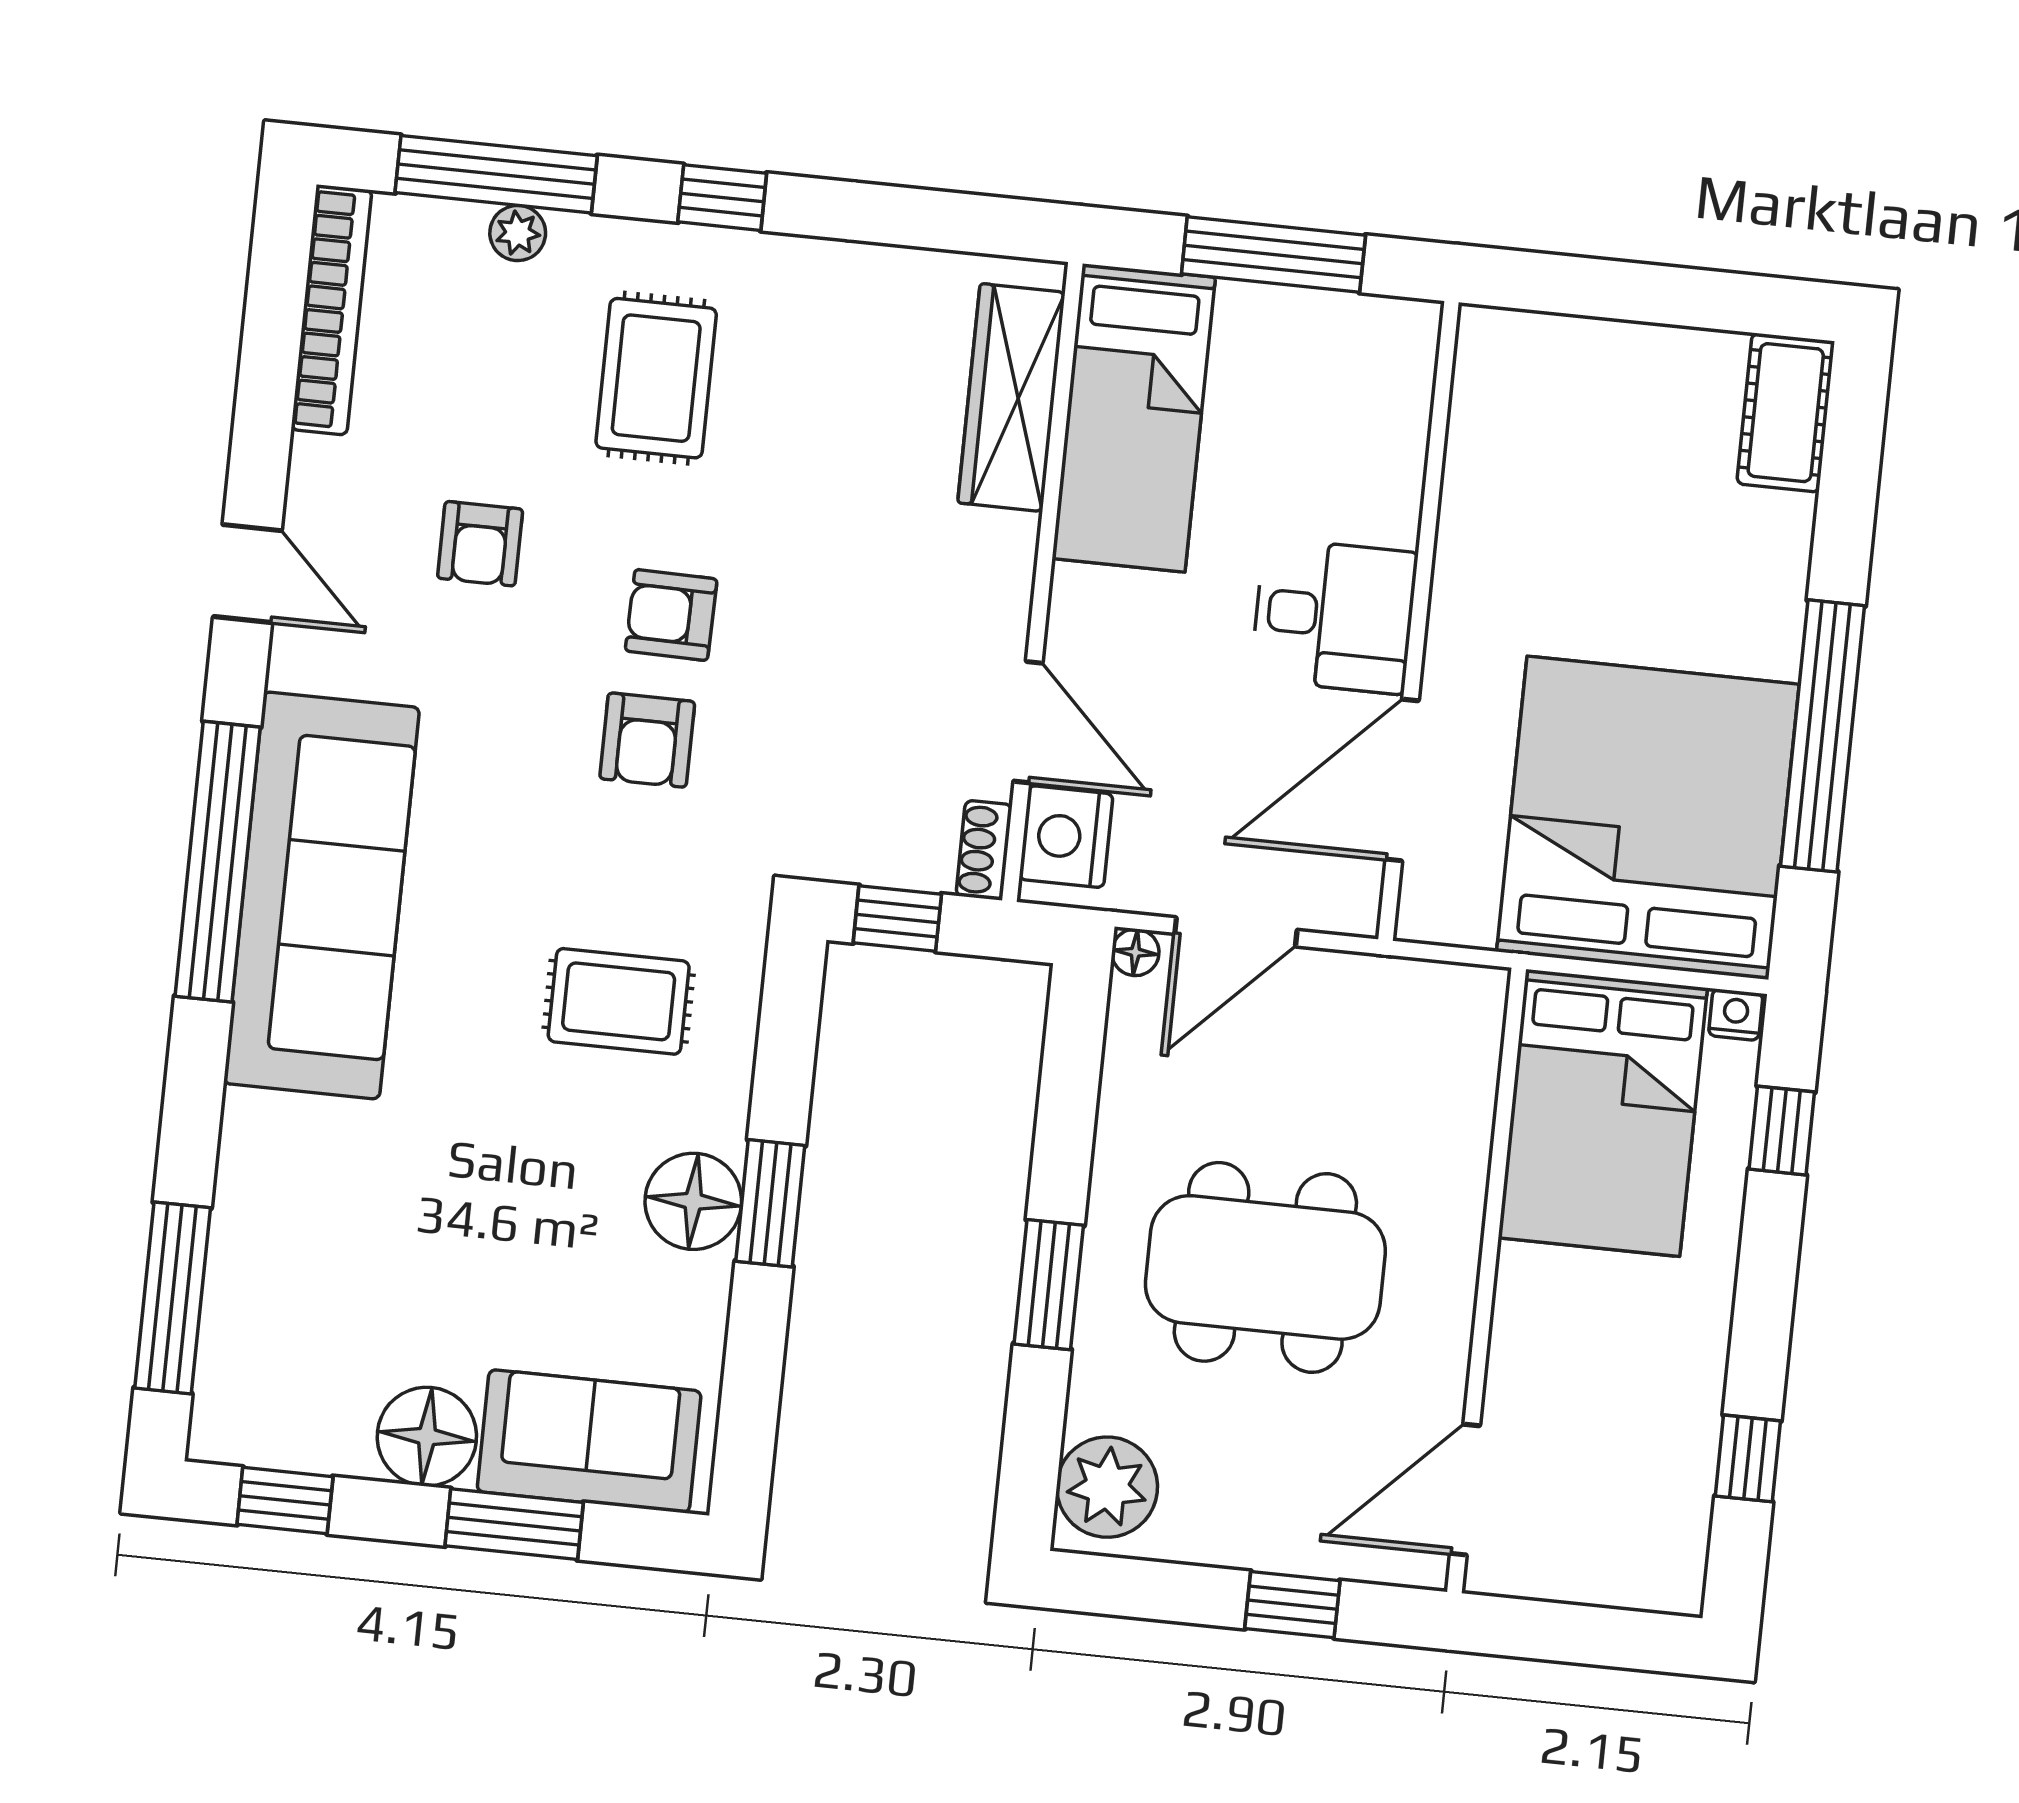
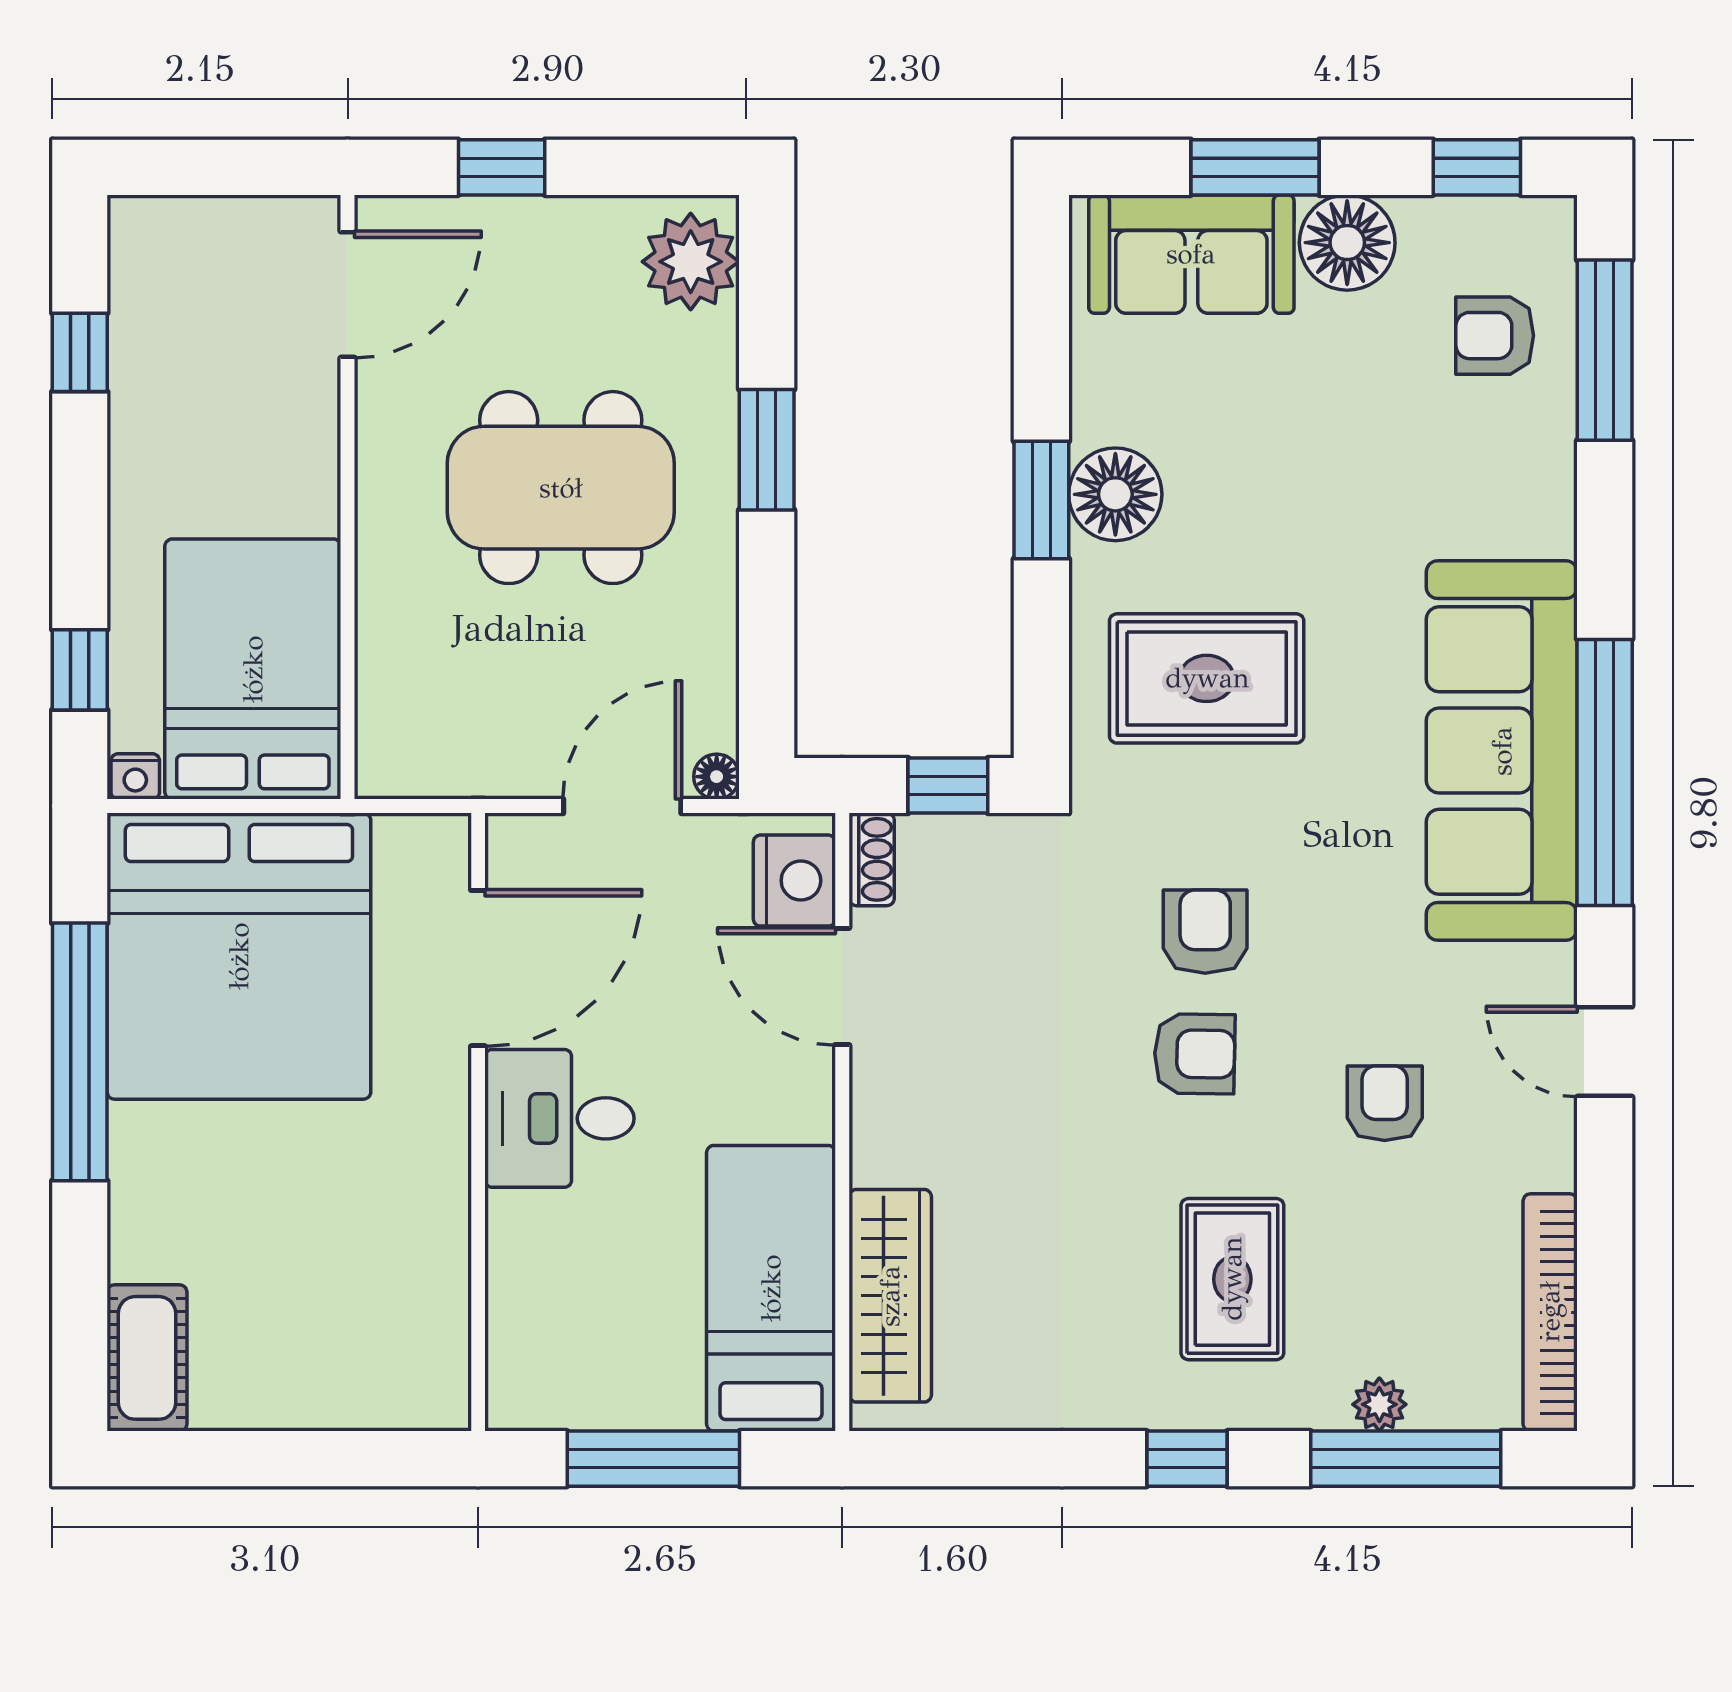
rug: (619, 1001) -> (1207, 678), width x1.36, depth x1.43
armchair: (285, 1325) -> (1495, 336), added

